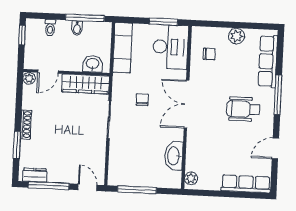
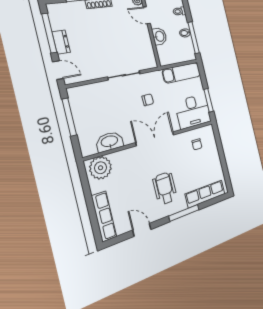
plant: (237, 36) -> (215, 161), removed
washbasin: (93, 64) -> (159, 36), moved
wardrobe: (85, 84) -> (146, 49), removed
dresser: (35, 175) -> (61, 42), moved
plant: (191, 178) -> (101, 168), width x1.88, depth x1.88
door: (87, 187) -> (58, 70), hinge flipped

